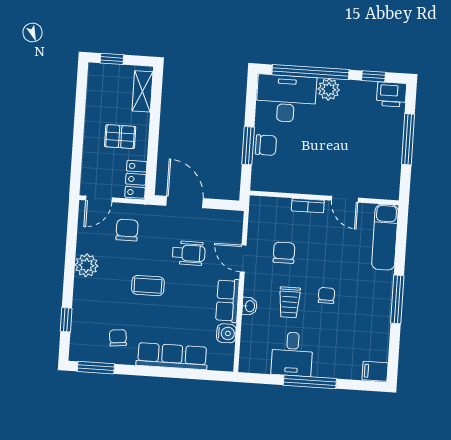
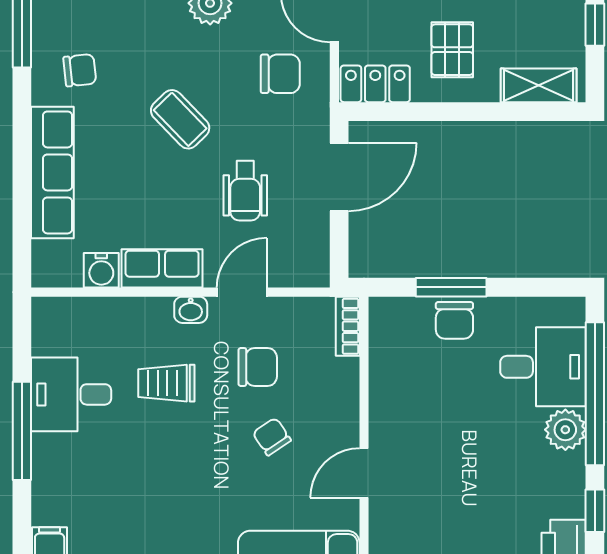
desk: (286, 99) -> (543, 367), width x0.73
bookcase: (308, 206) -> (348, 326), moved
coffee table: (148, 286) -> (180, 119), turned -44
chair: (326, 295) -> (272, 437), moved, turned -124
washbasin: (250, 306) -> (191, 310), moved

